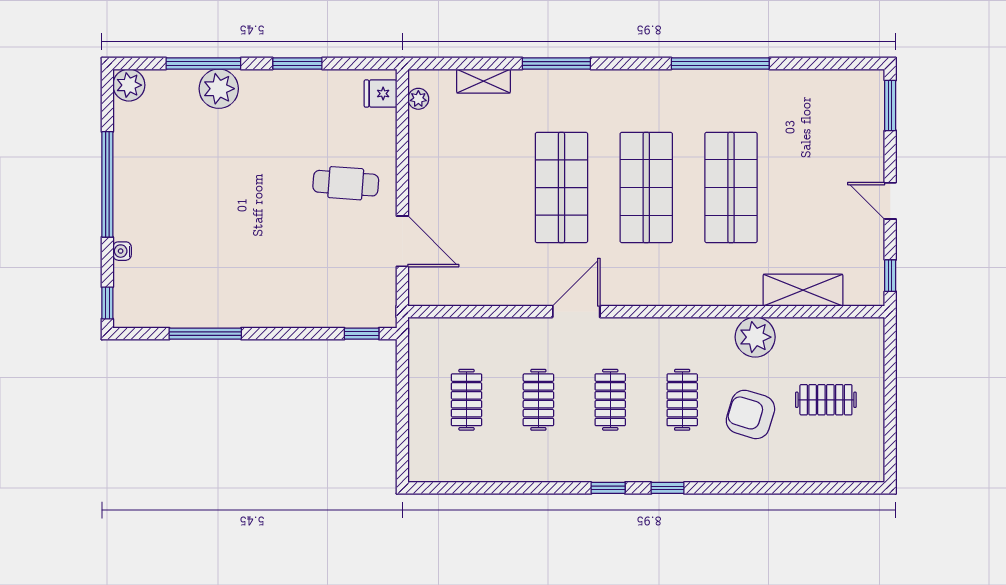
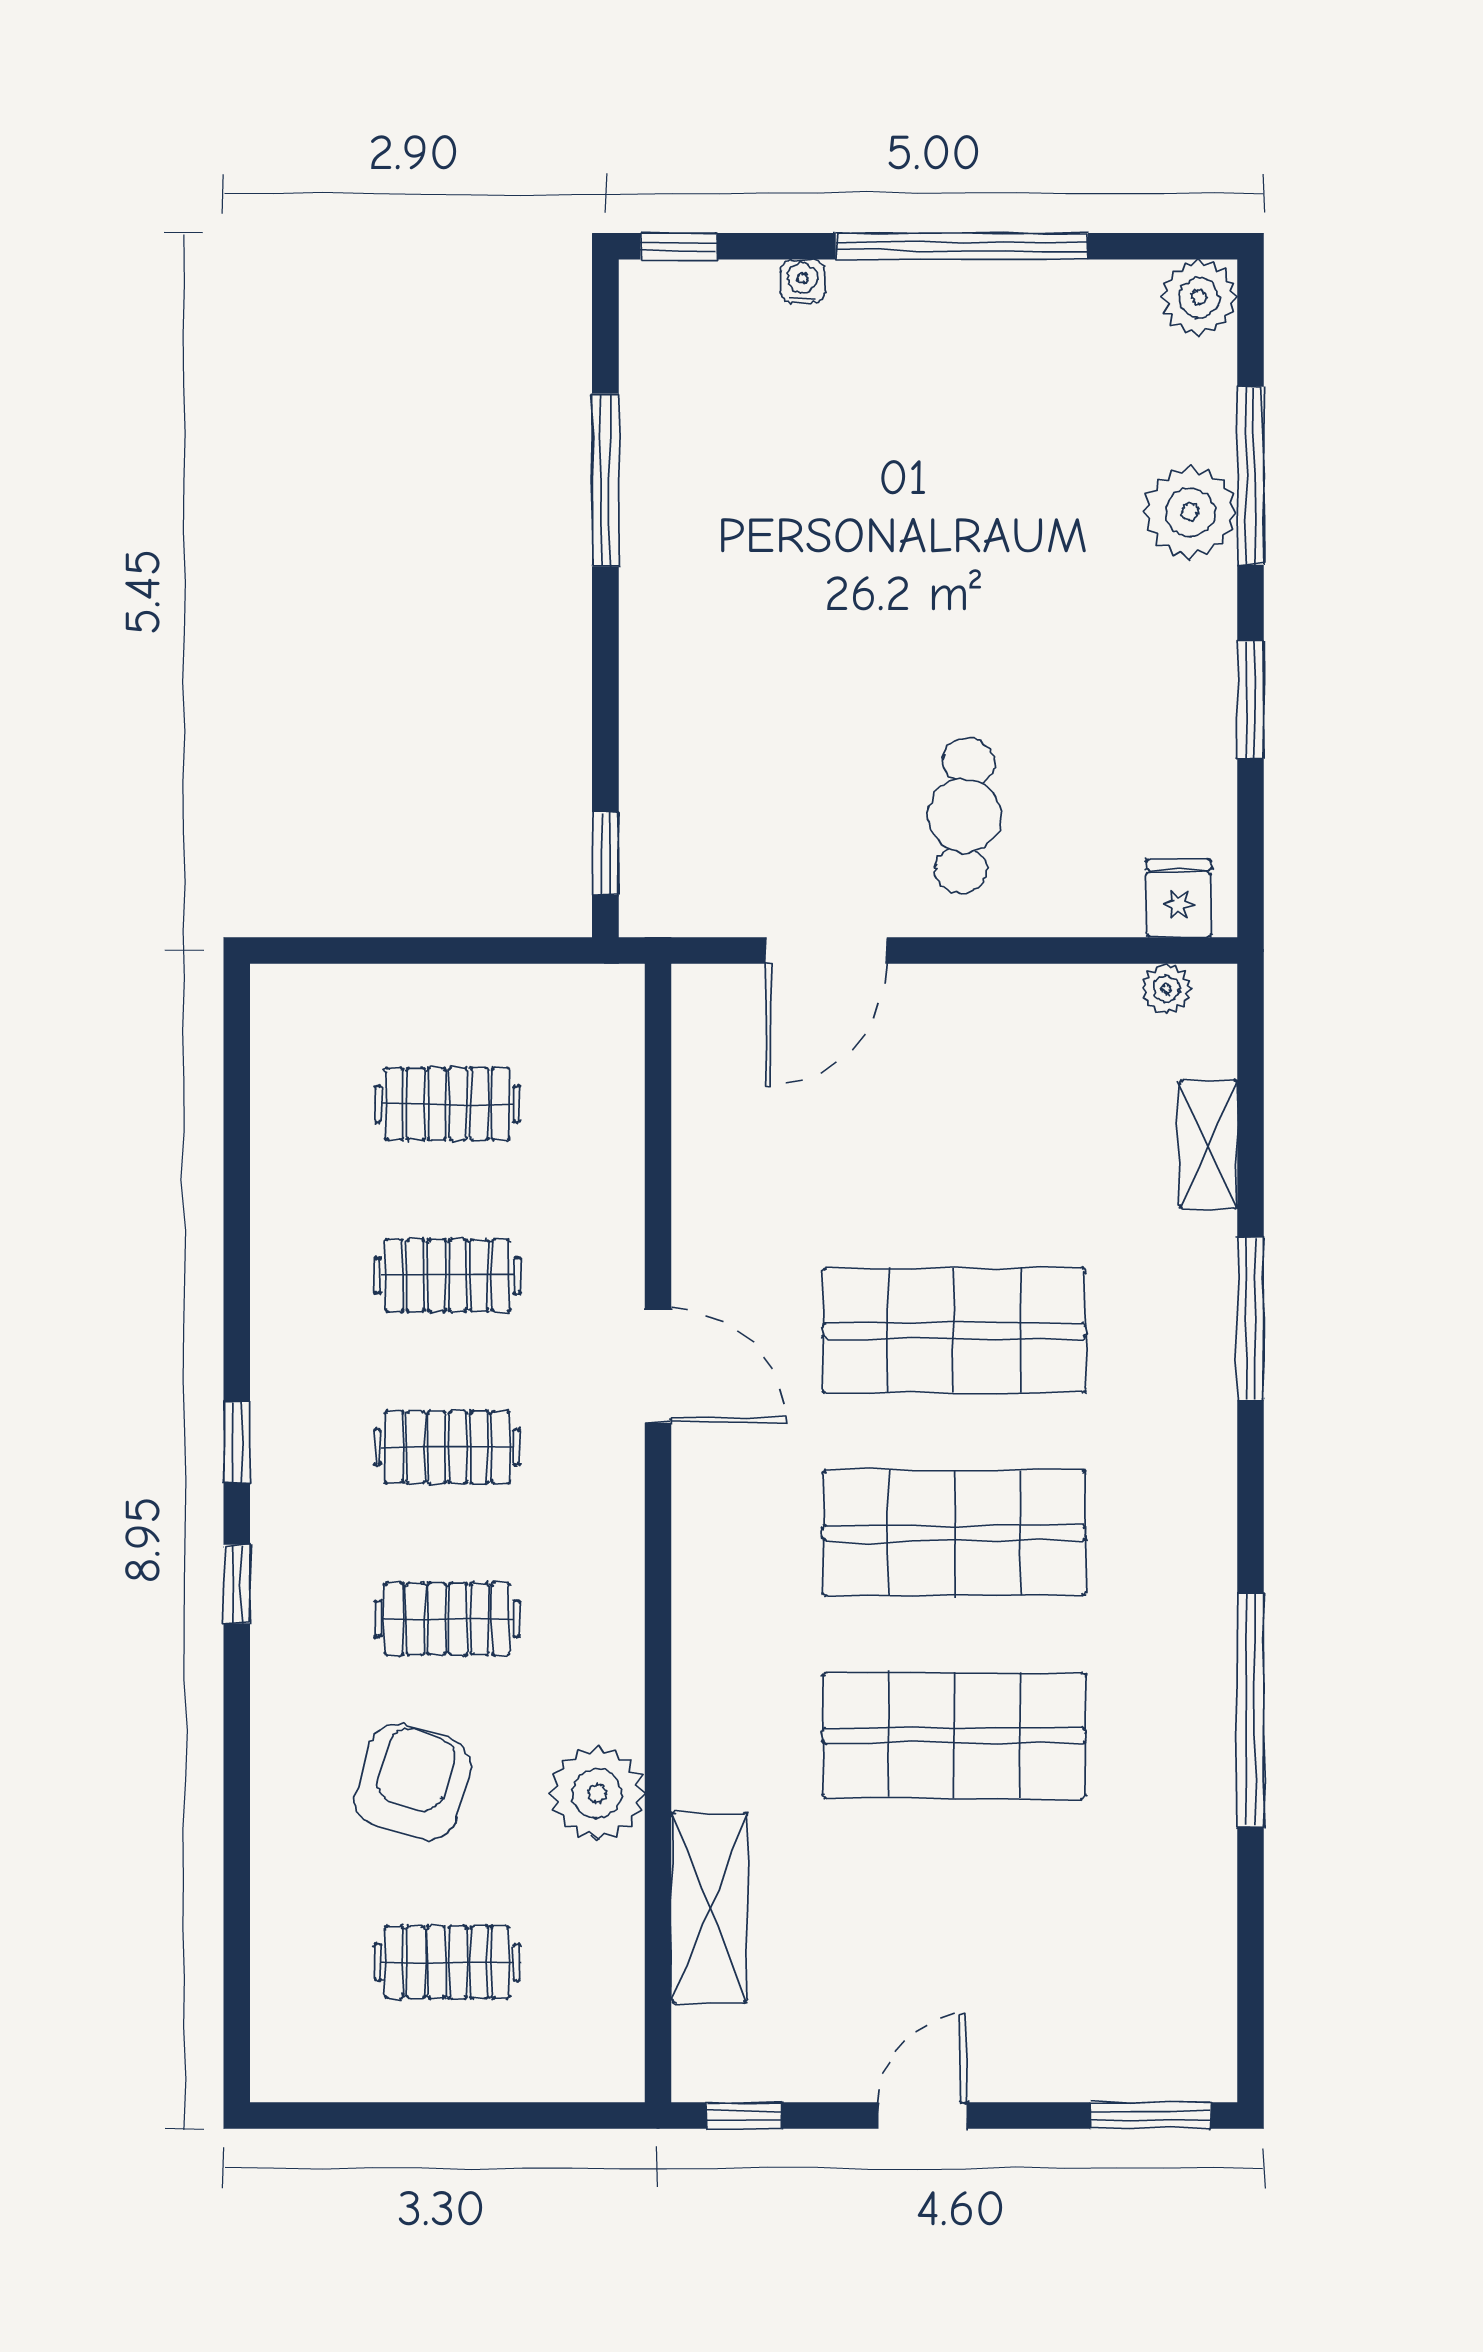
clothes rail: (826, 400) -> (447, 1962), turned 90

